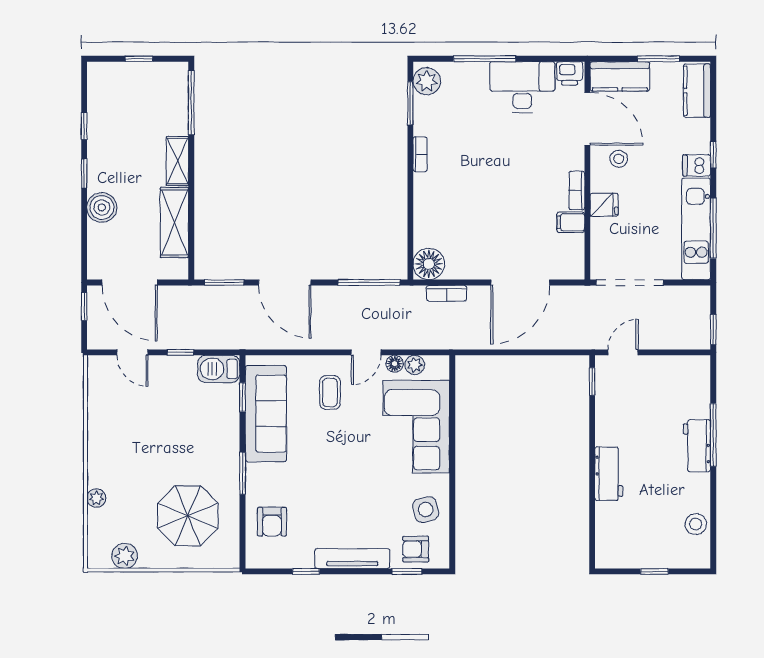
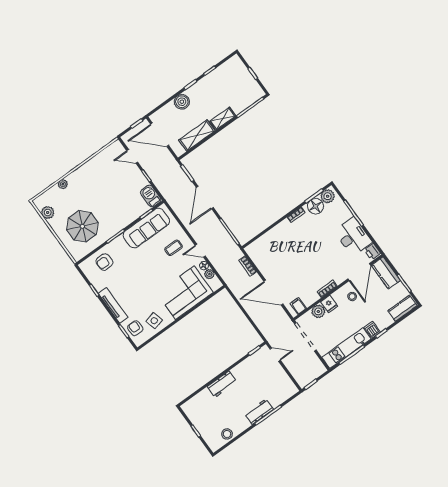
filing cabinet: (571, 222) -> (298, 306), moved
plant: (603, 232) -> (318, 311), added
floor lamp: (429, 264) -> (316, 206), moved
door: (130, 282) -> (160, 135), hinge flipped
door: (132, 352) -> (132, 156), hinge flipped

